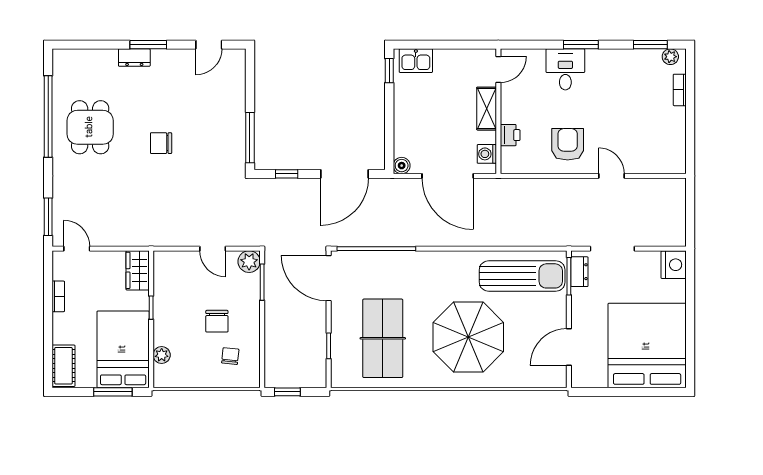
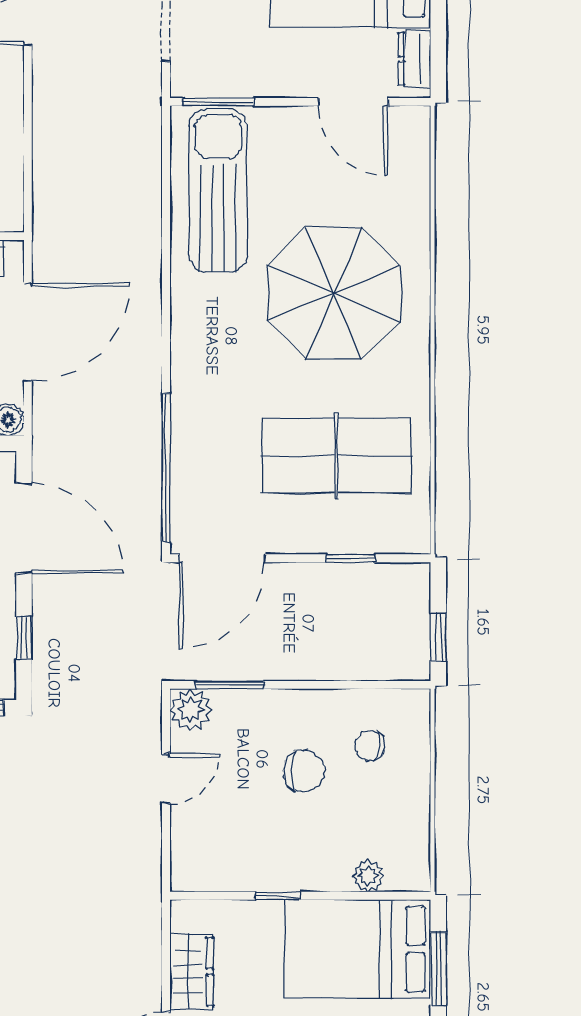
wardrobe: (138, 270) -> (192, 972), moved, turned -90
dresser: (579, 272) -> (415, 59), moved, turned -90

